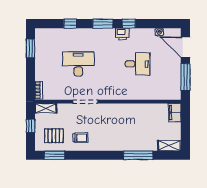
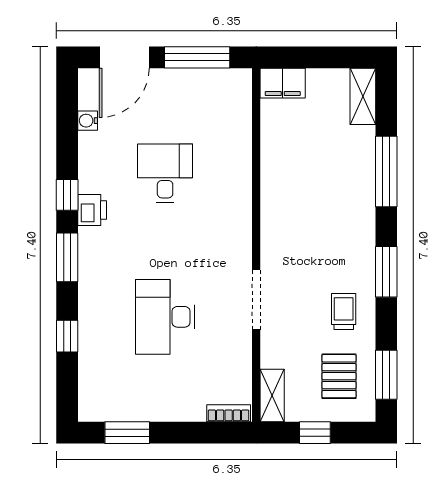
window: (97, 155) -> (386, 272), added

